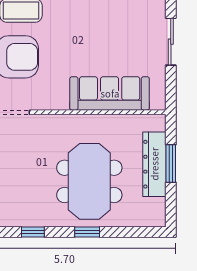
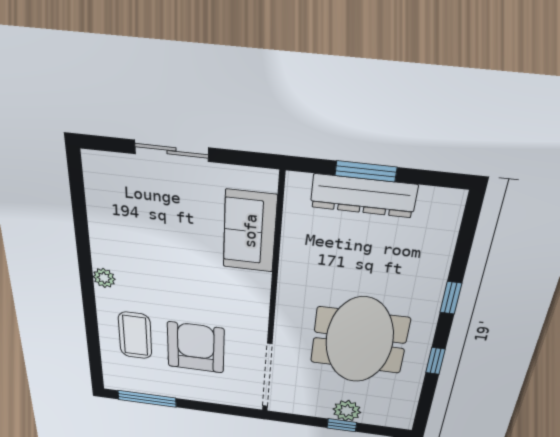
sofa: (110, 93) -> (250, 231), width x0.73
meeting table: (89, 181) -> (359, 340), moved, turned 90

